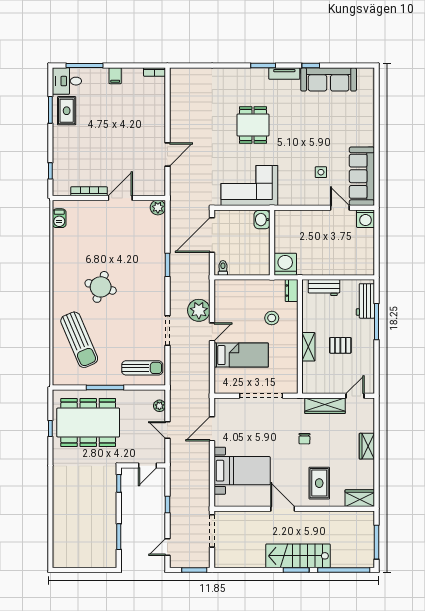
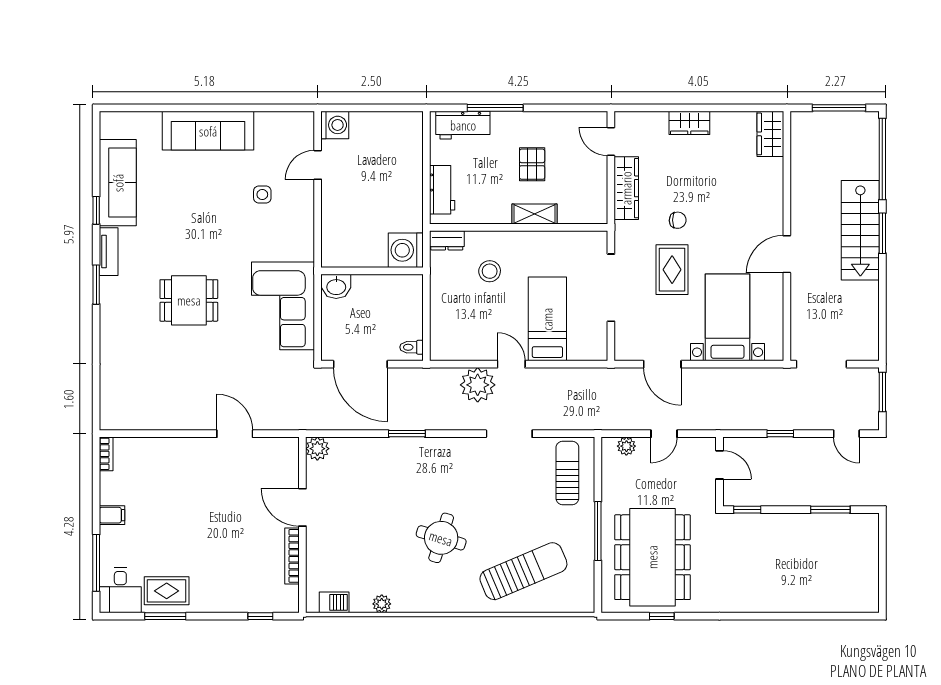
sofa: (362, 176) -> (208, 131), moved
plant: (58, 249) -> (382, 604), added
rug: (319, 483) -> (672, 270), moved, turned 90

